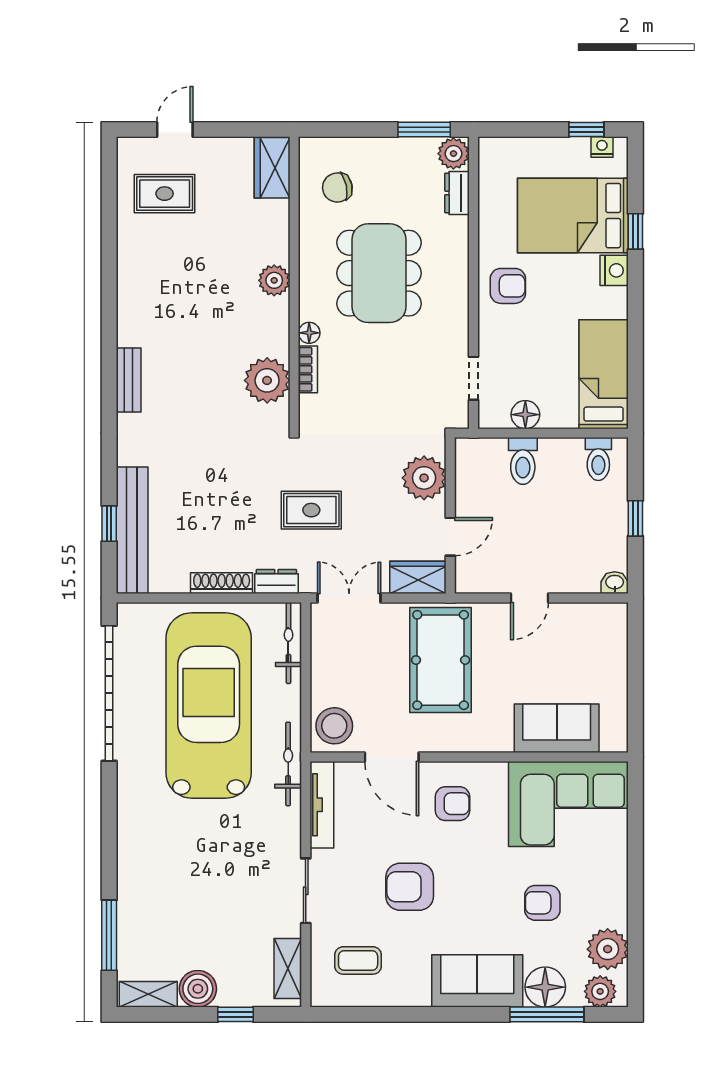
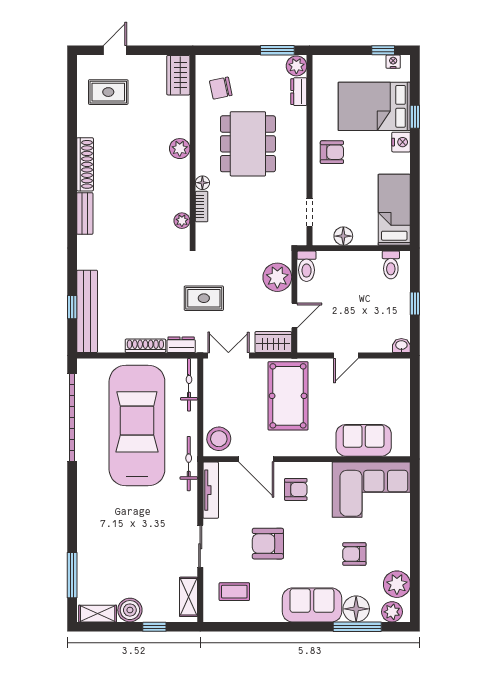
shoe rack: (129, 305) -> (85, 164), added
plant: (267, 380) -> (182, 221), width x0.53, depth x0.53
toilet: (523, 461) -> (307, 266), moved

